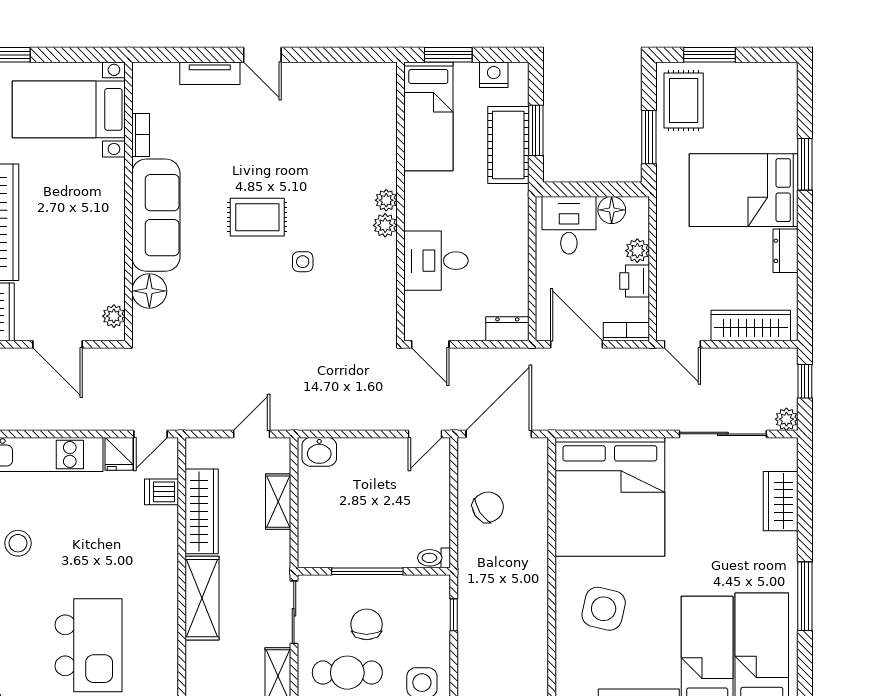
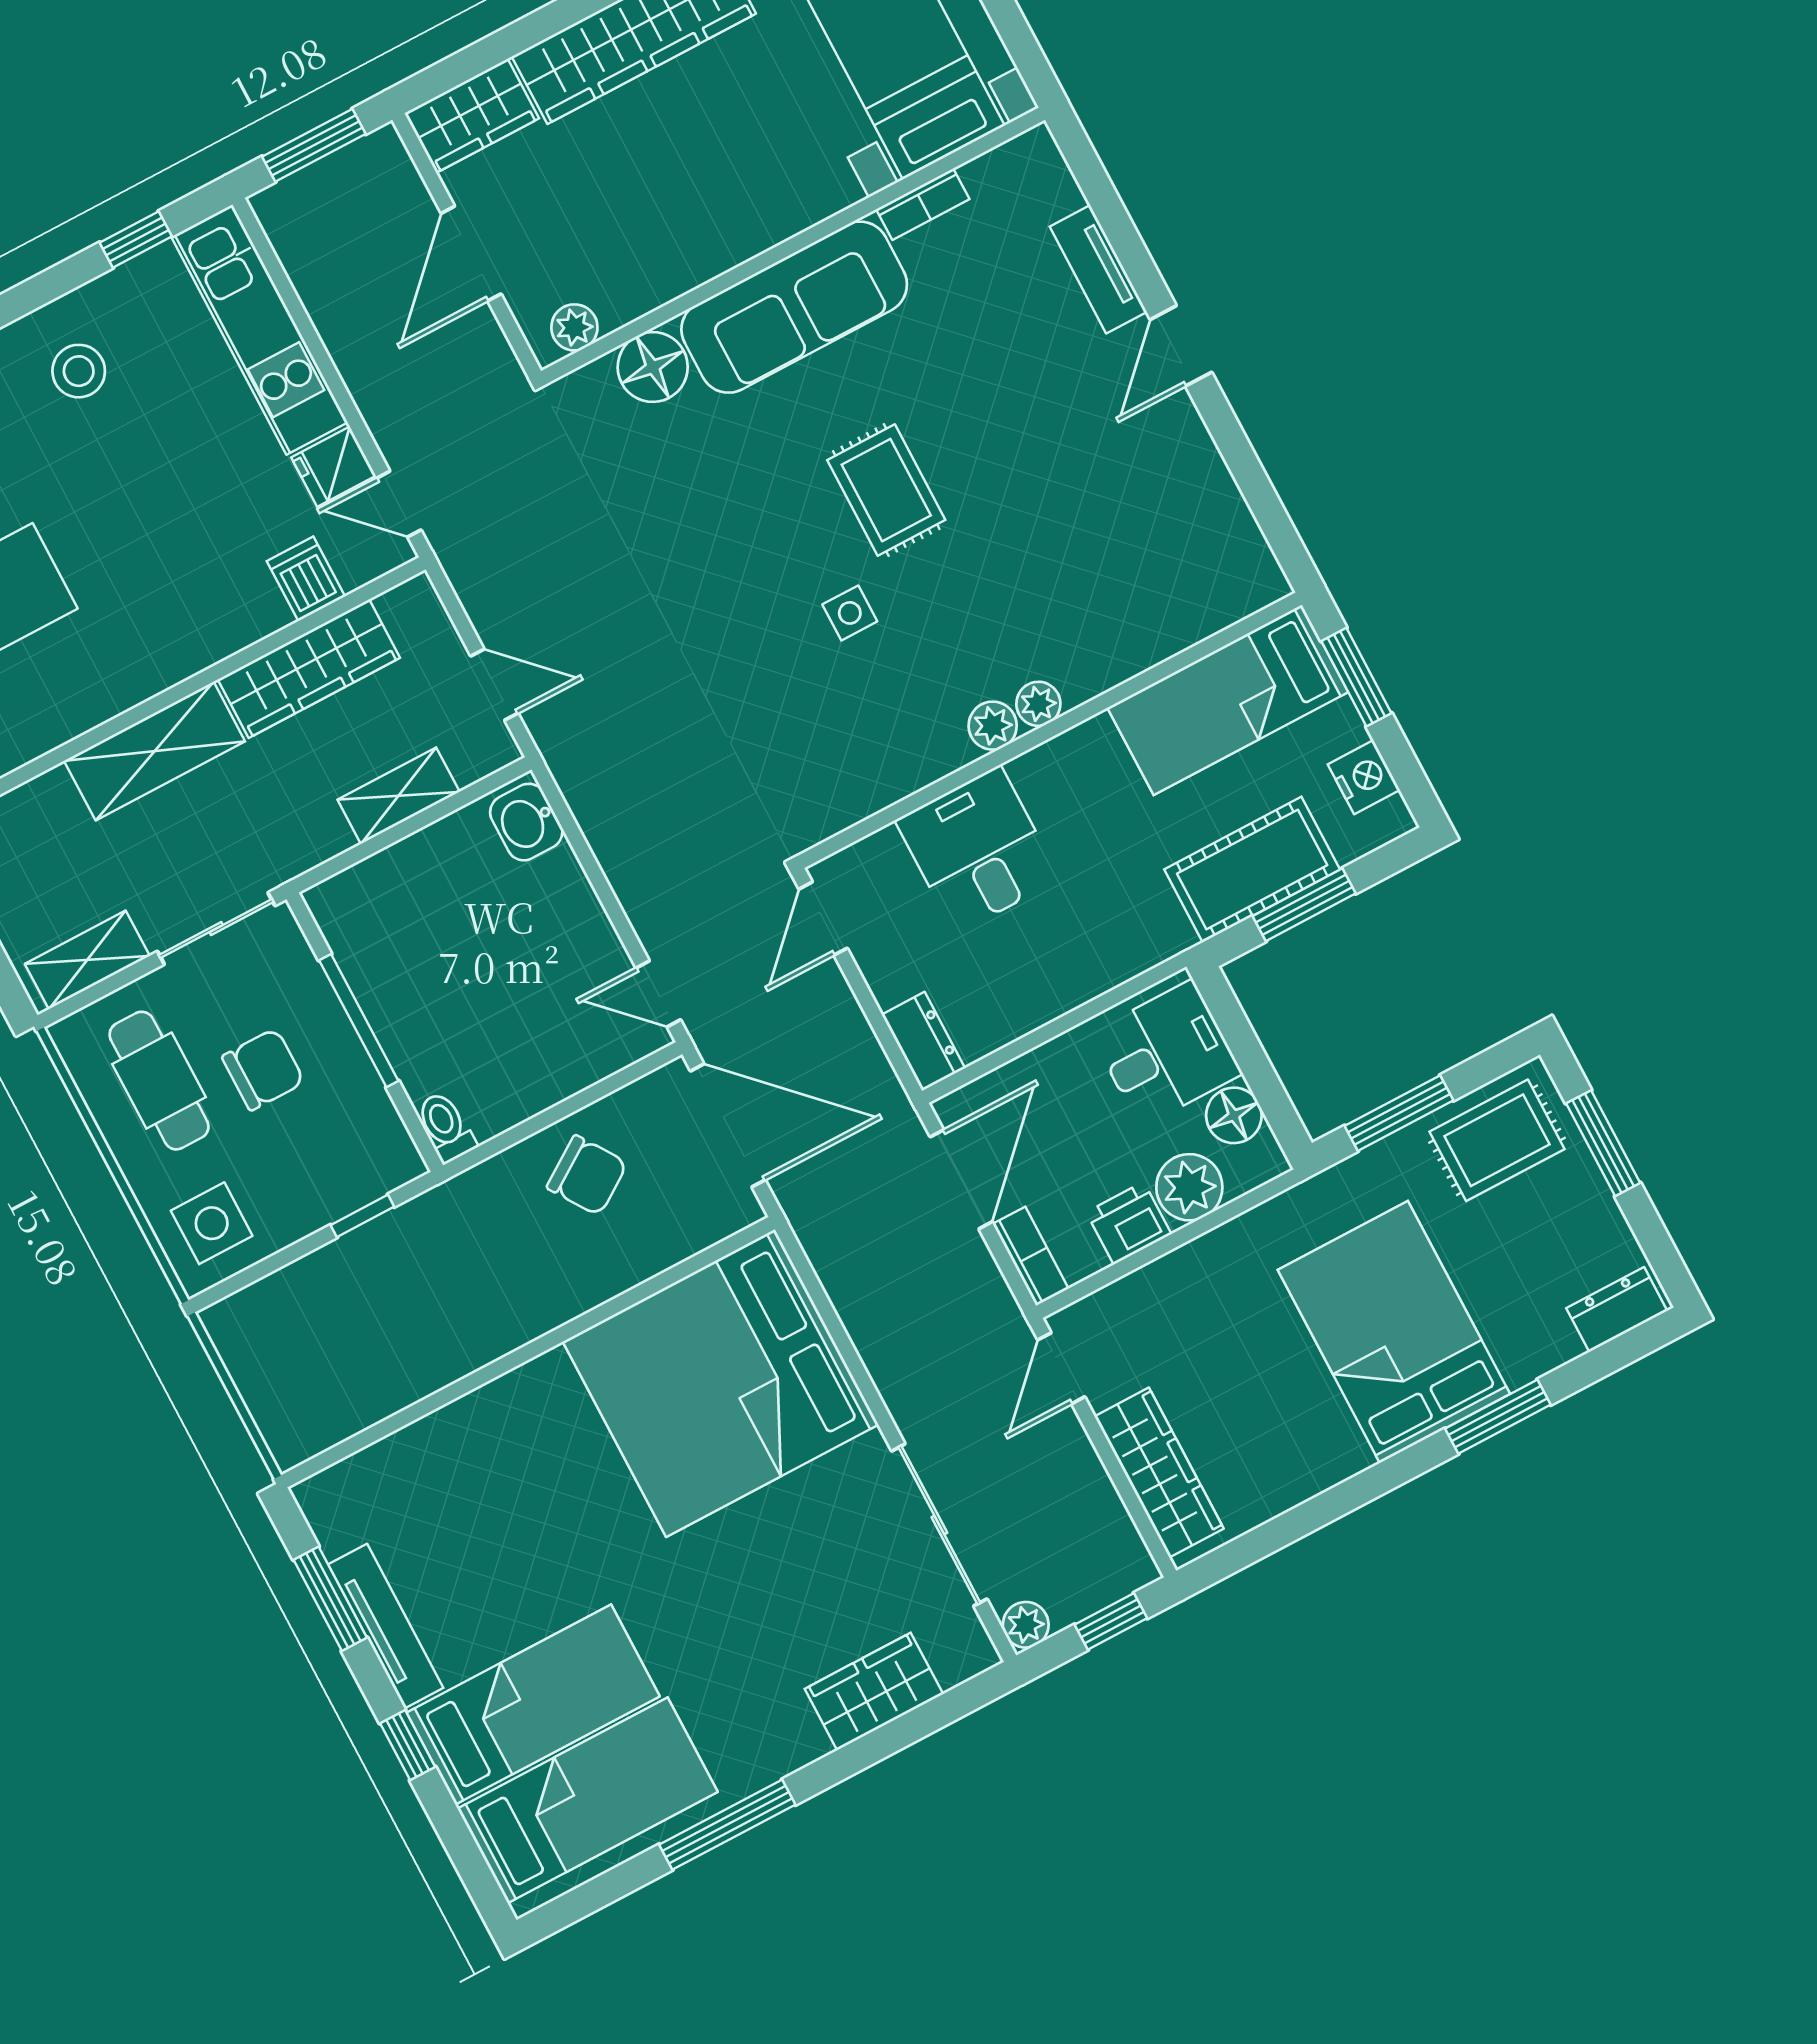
plant: (637, 251) -> (1189, 1187), width x1.38, depth x1.38
dresser: (785, 251) -> (1617, 1310), moved
side table: (604, 609) -> (515, 1477), removed

